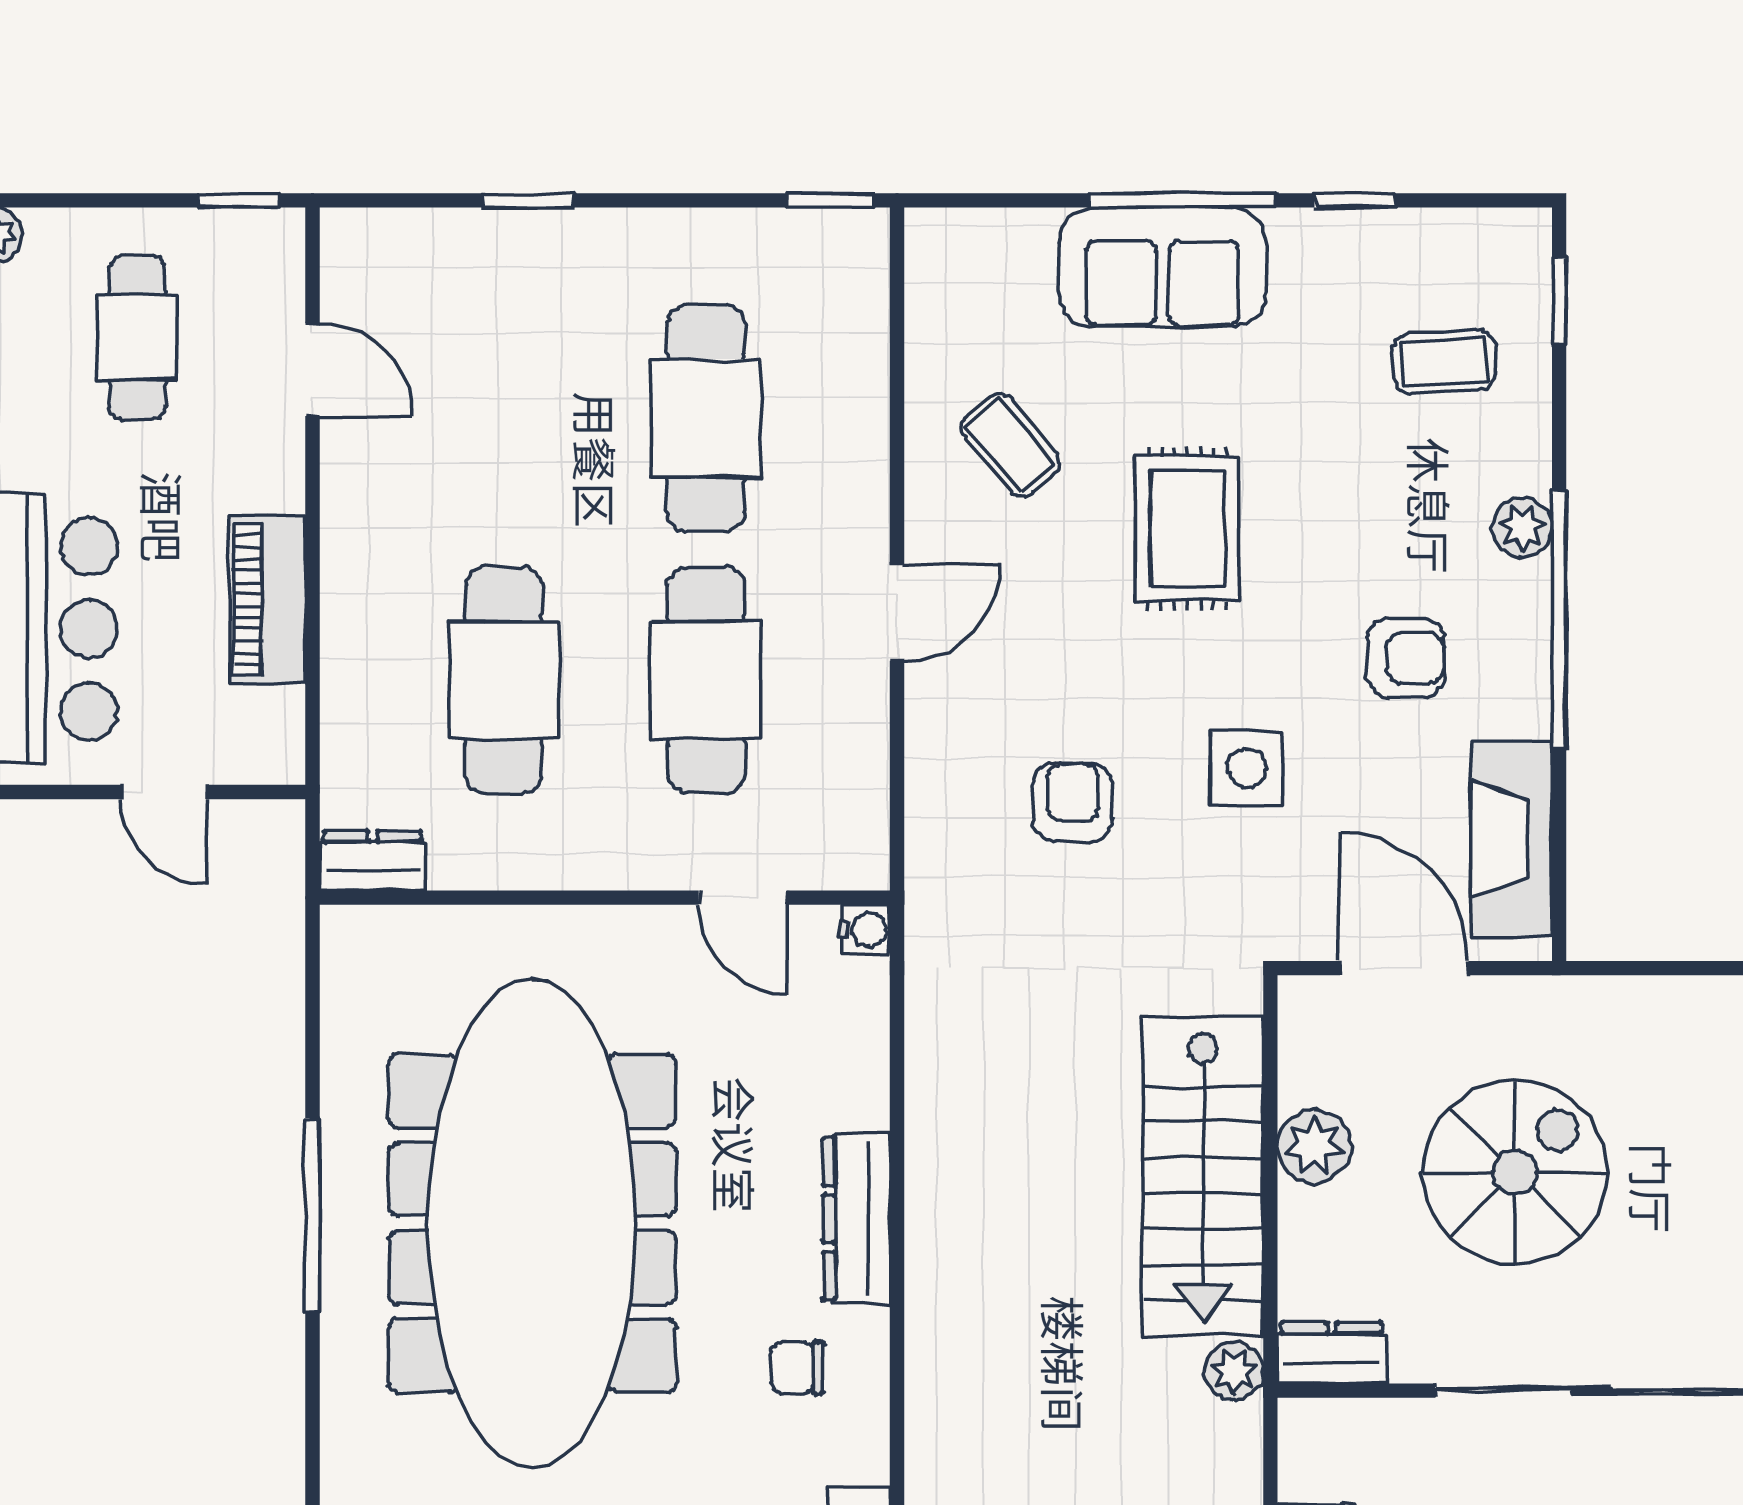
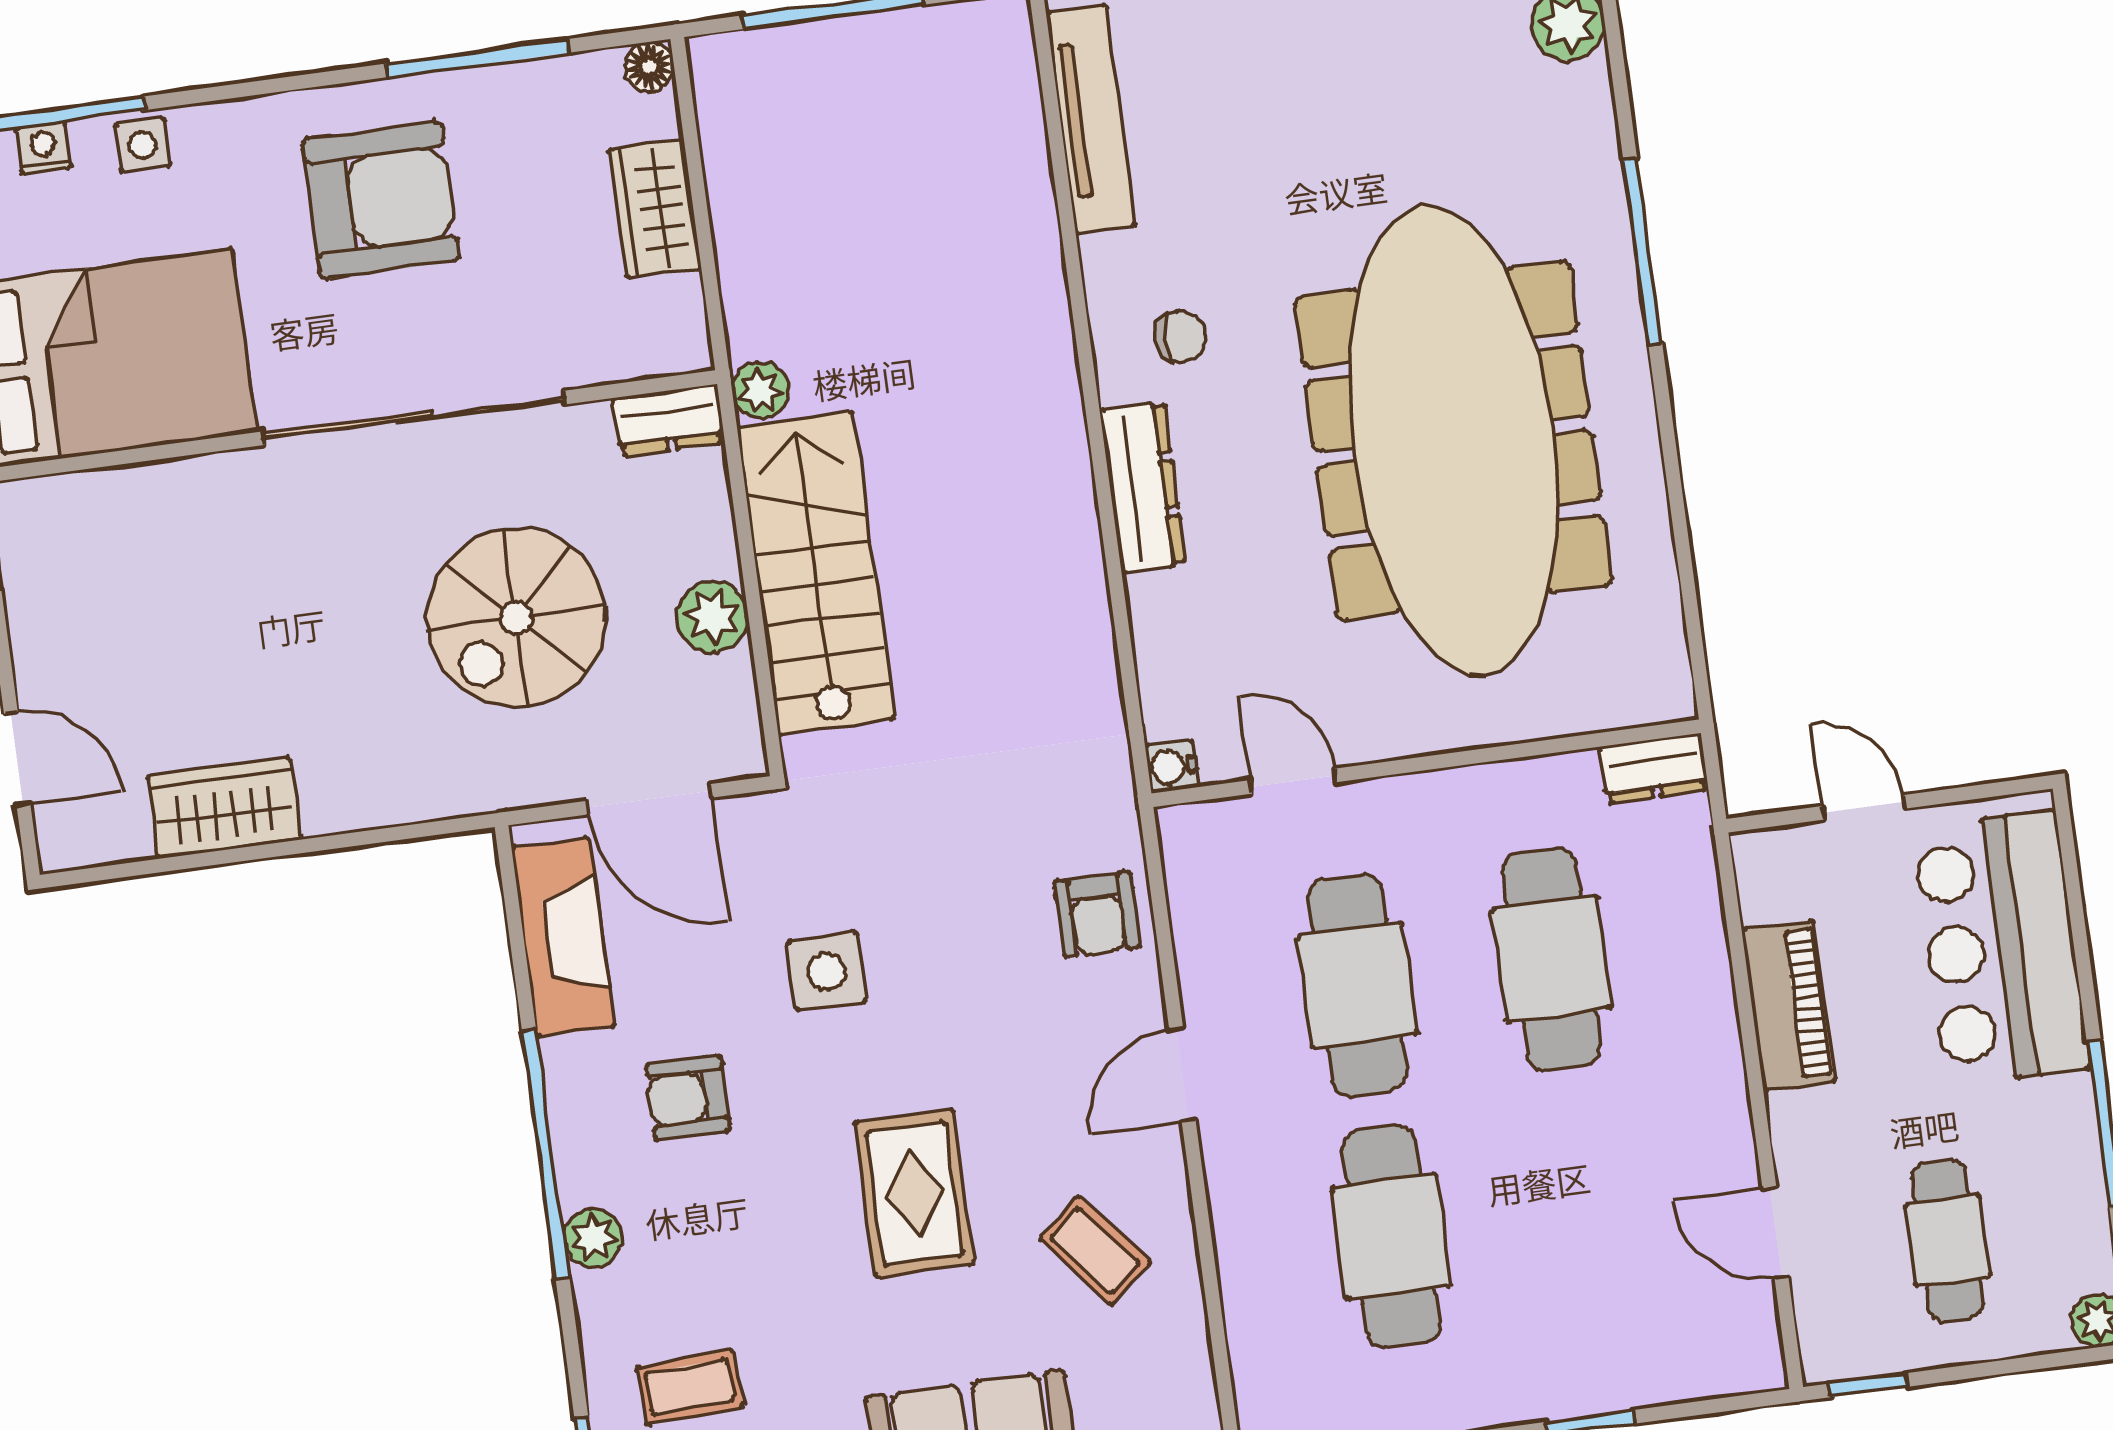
armchair: (1073, 802) -> (1097, 914), moved
window: (312, 1215) -> (1643, 252), moved

